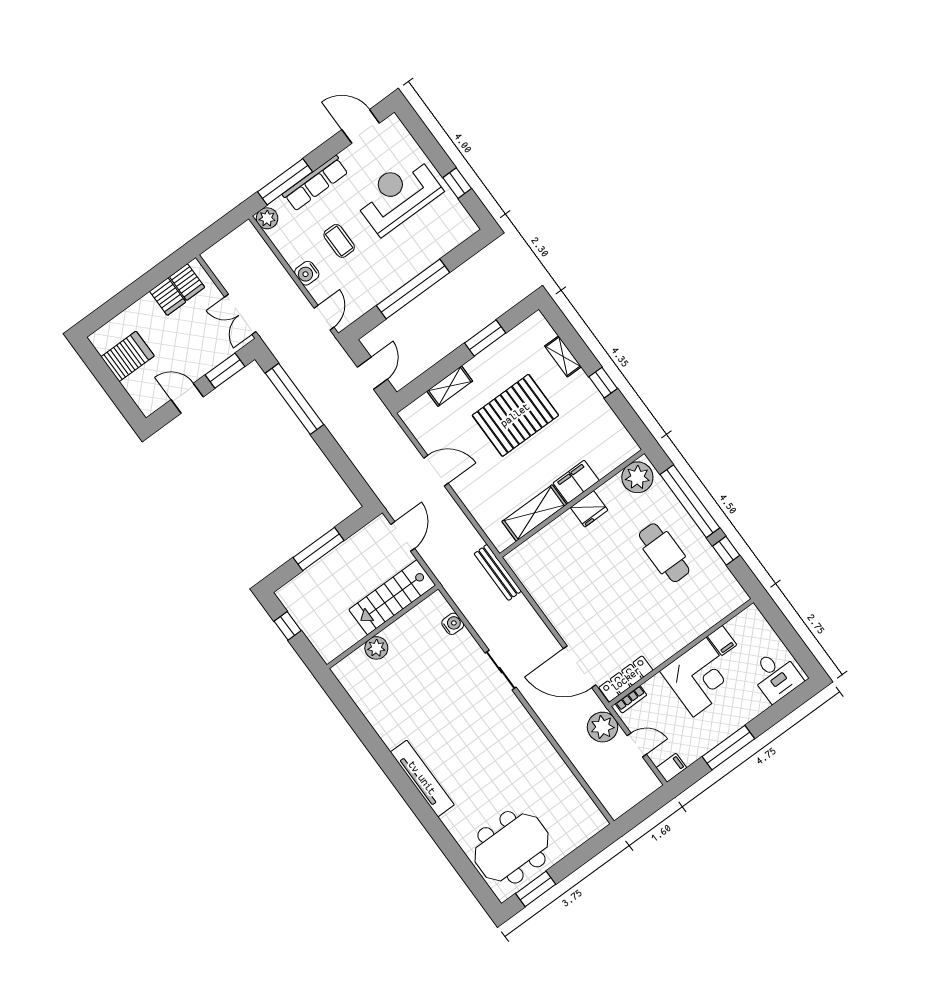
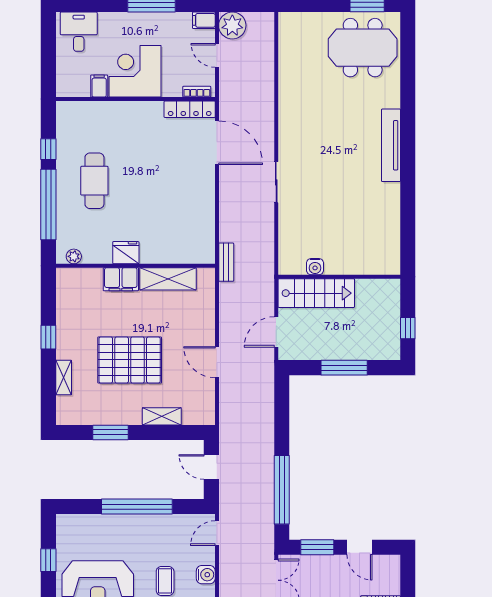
door: (372, 373) -> (211, 467), hinge flipped
plant: (637, 477) -> (74, 256), width x0.53, depth x0.53
bench: (498, 572) -> (226, 262), width x0.73
water cooler: (453, 624) -> (315, 267), moved, turned -90
plant: (376, 648) -> (355, 265), removed
plant: (602, 727) -> (232, 25), moved

